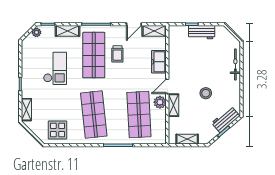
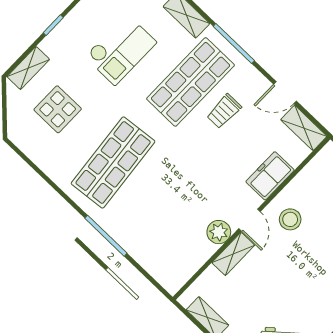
door: (167, 86) -> (249, 220), swing flipped
stool: (206, 93) -> (290, 219), moved
shop shelf: (139, 115) -> (174, 221), removed
display table: (57, 130) -> (58, 109), moved

